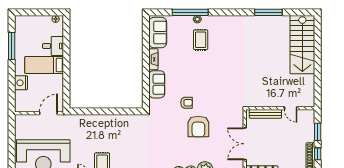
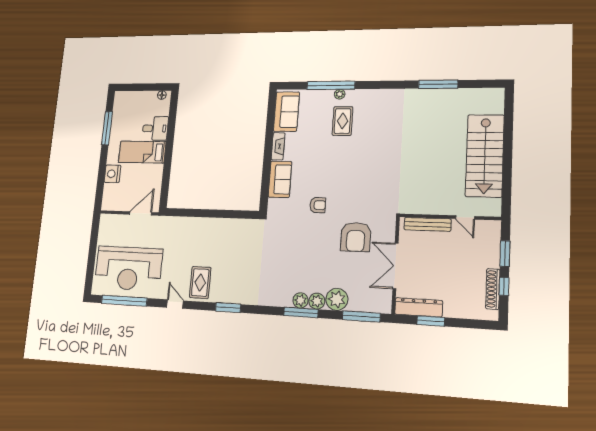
stairs: (302, 45) -> (485, 156), moved
armchair: (198, 127) -> (356, 237), moved

